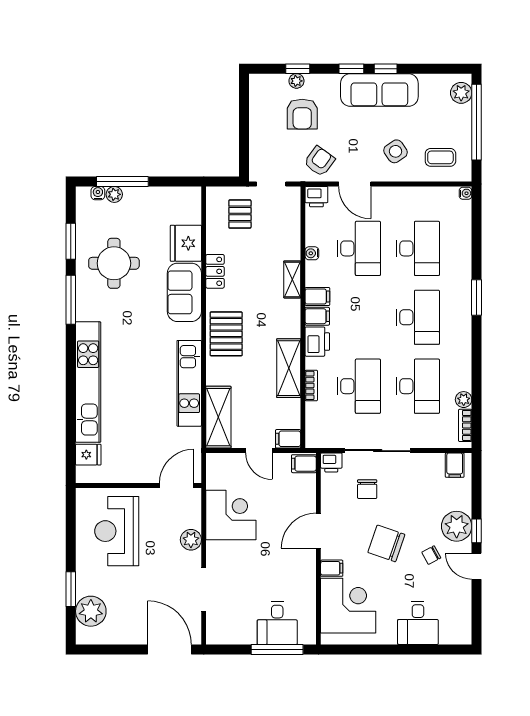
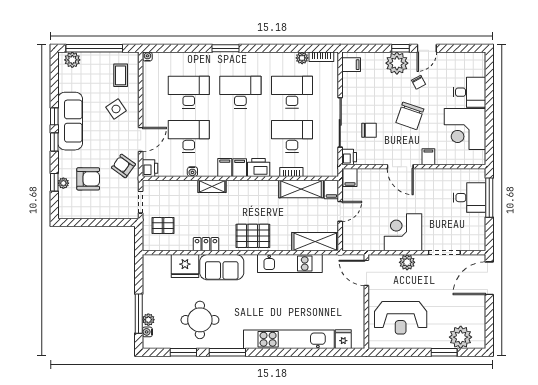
shelving: (289, 368) -> (301, 189), moved
corner desk: (231, 515) -> (403, 232), moved
corner desk: (348, 606) -> (465, 129), moved, turned -90

